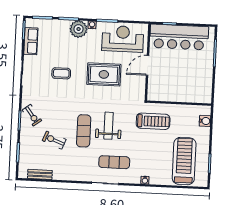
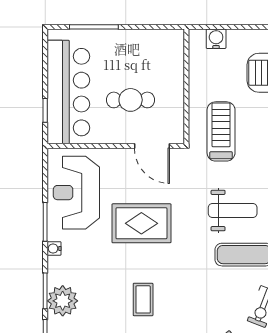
plant: (79, 29) -> (63, 301), moved
door: (148, 65) -> (152, 146), moved
cafe table: (173, 72) -> (131, 100), added
rug: (104, 74) -> (141, 223), turned 90
weight bench: (109, 126) -> (233, 211), turned 180

